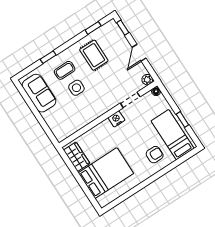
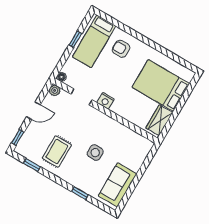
coffee table: (65, 70) -> (85, 172), removed

